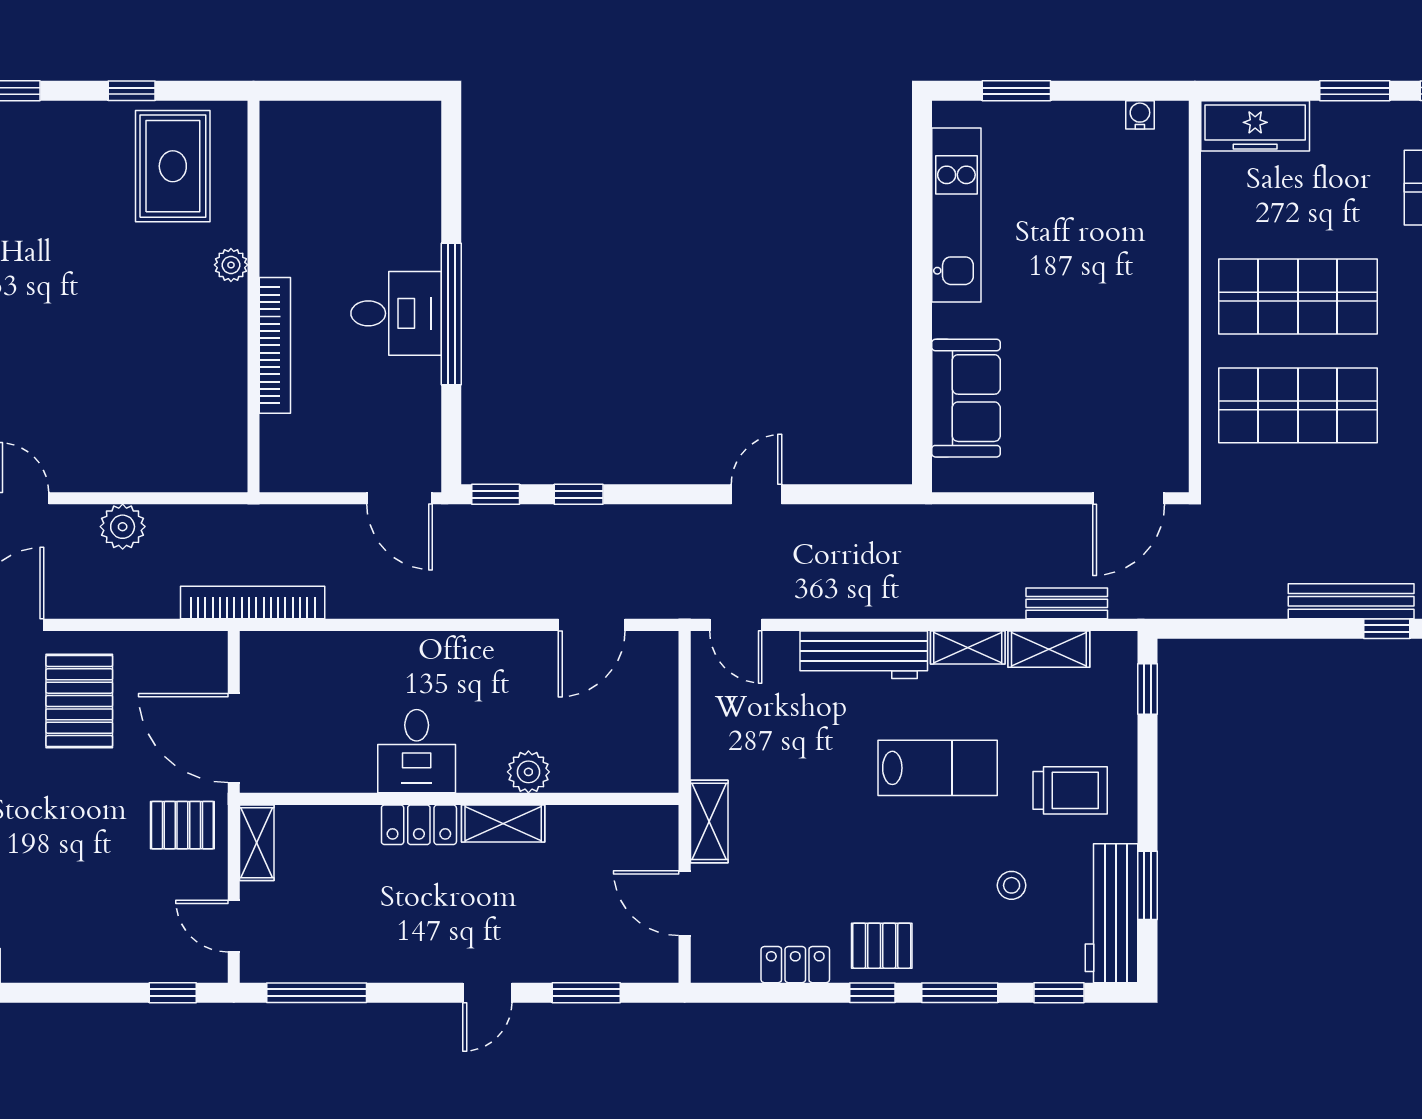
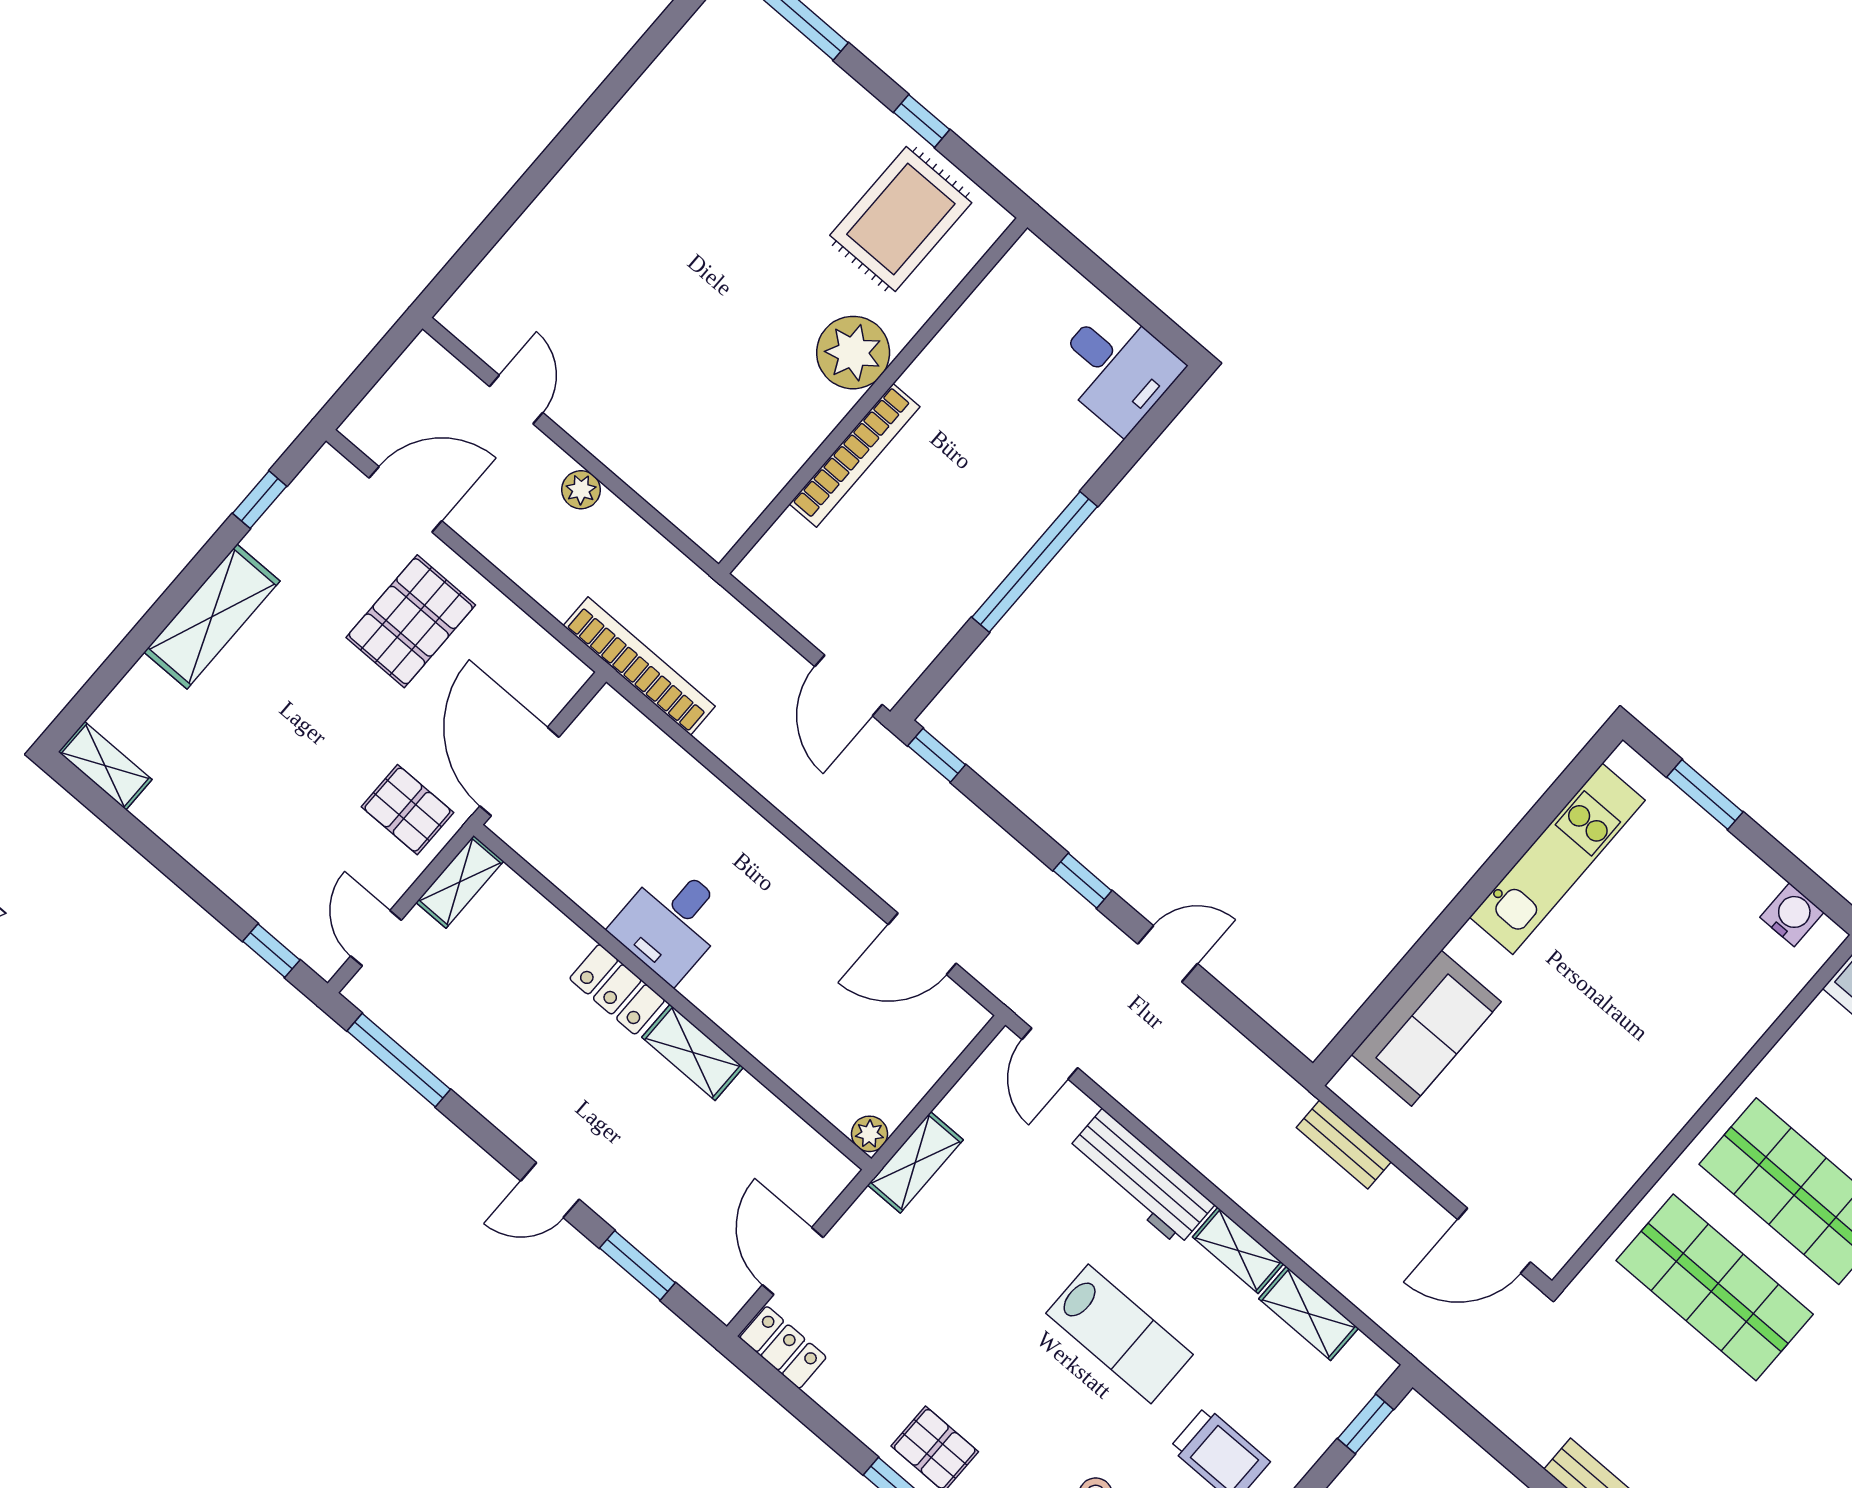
water cooler: (1140, 115) -> (1792, 915), width x1.38, depth x1.38
plant: (231, 265) -> (853, 353), width x1.88, depth x1.88
desk: (396, 313) -> (1116, 368), moved
window: (579, 494) -> (1082, 881), moved
plant: (123, 527) -> (581, 490), width x0.73, depth x0.73
bench: (1067, 603) -> (1344, 1145), moved
plant: (528, 772) -> (870, 1134), moved, width x0.73, depth x0.73
shelving: (709, 821) -> (915, 1162), moved
locker: (795, 965) -> (783, 1347), moved

